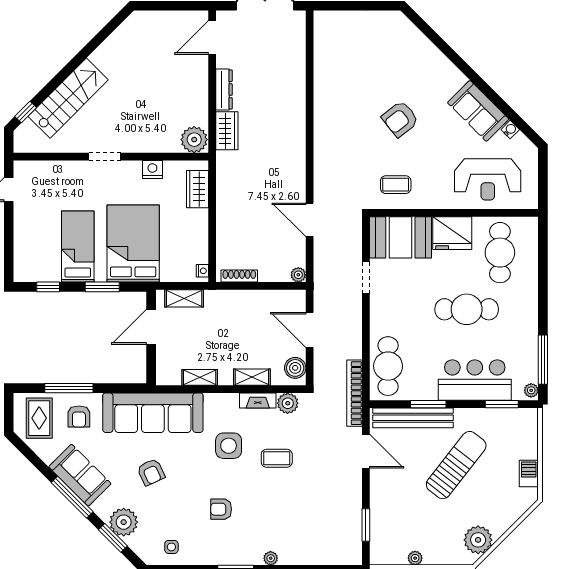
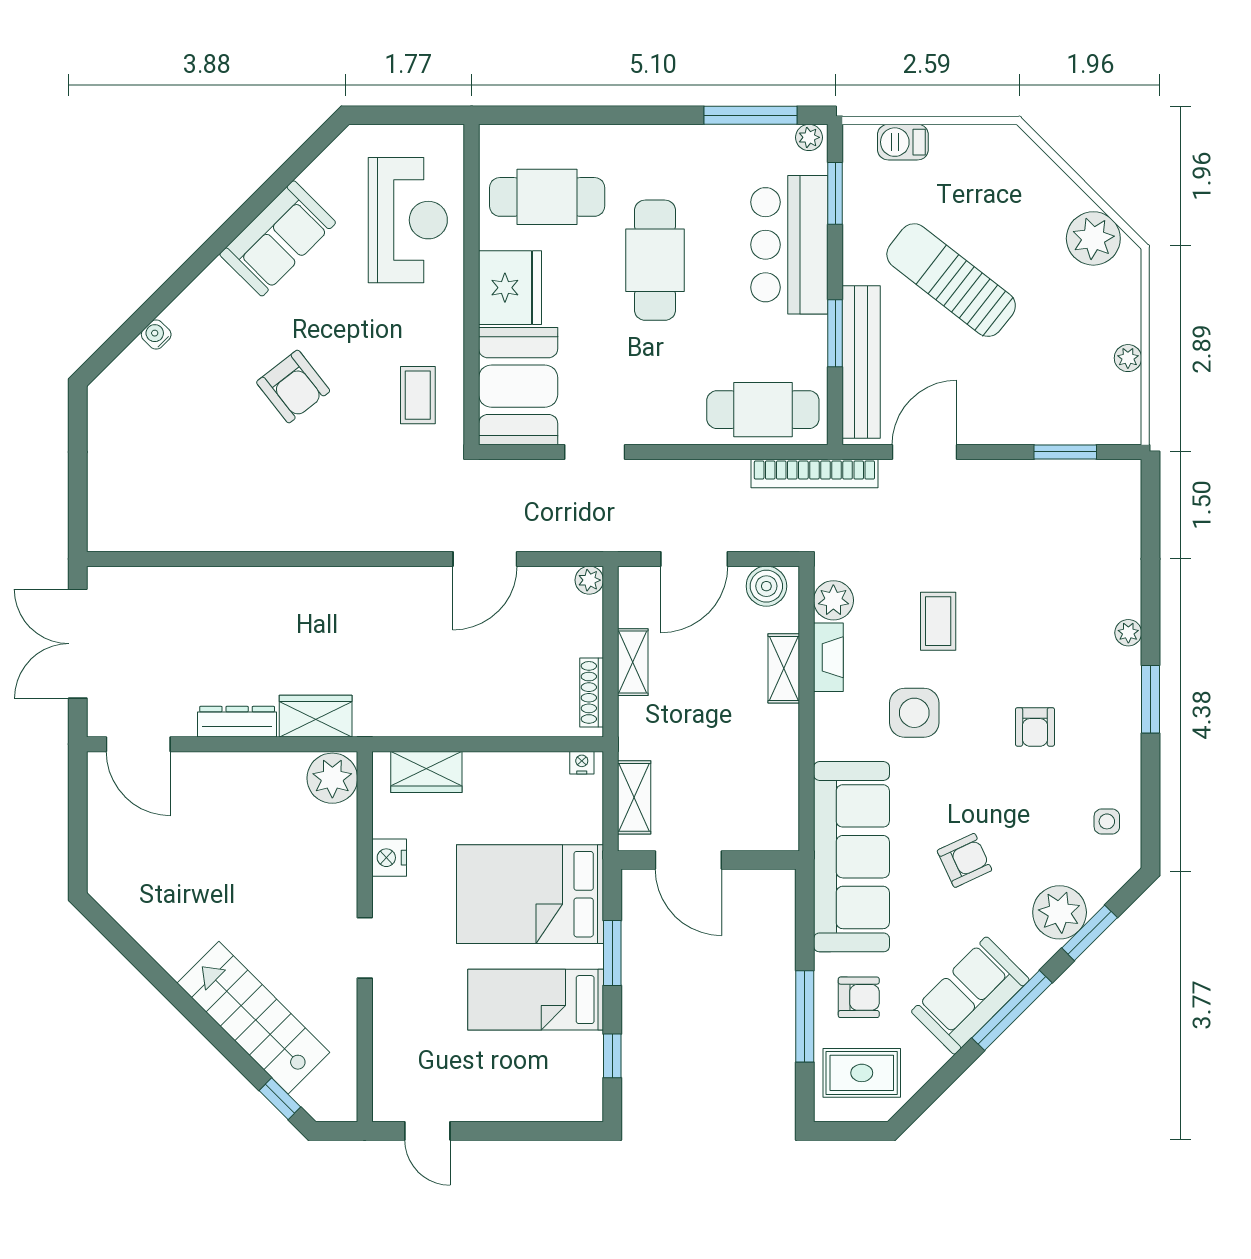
water cooler: (510, 130) -> (156, 335), moved
shelving: (200, 377) -> (633, 662), moved
barbecue: (529, 473) -> (903, 142), moved

